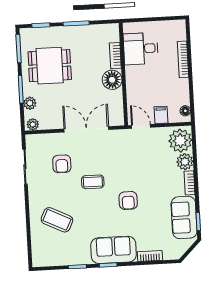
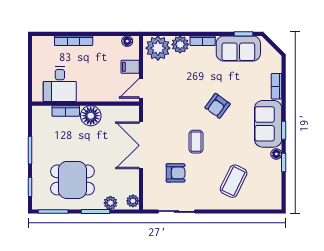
dining table: (50, 66) -> (72, 180), turned 90
armchair: (128, 200) -> (217, 106), turned 126
floor lamp: (85, 259) -> (276, 154), added

